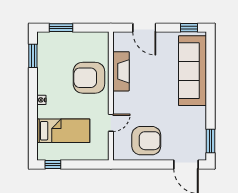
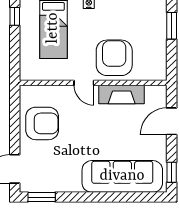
door: (111, 123) -> (84, 83), moved
armchair: (146, 141) -> (42, 123), turned -90

